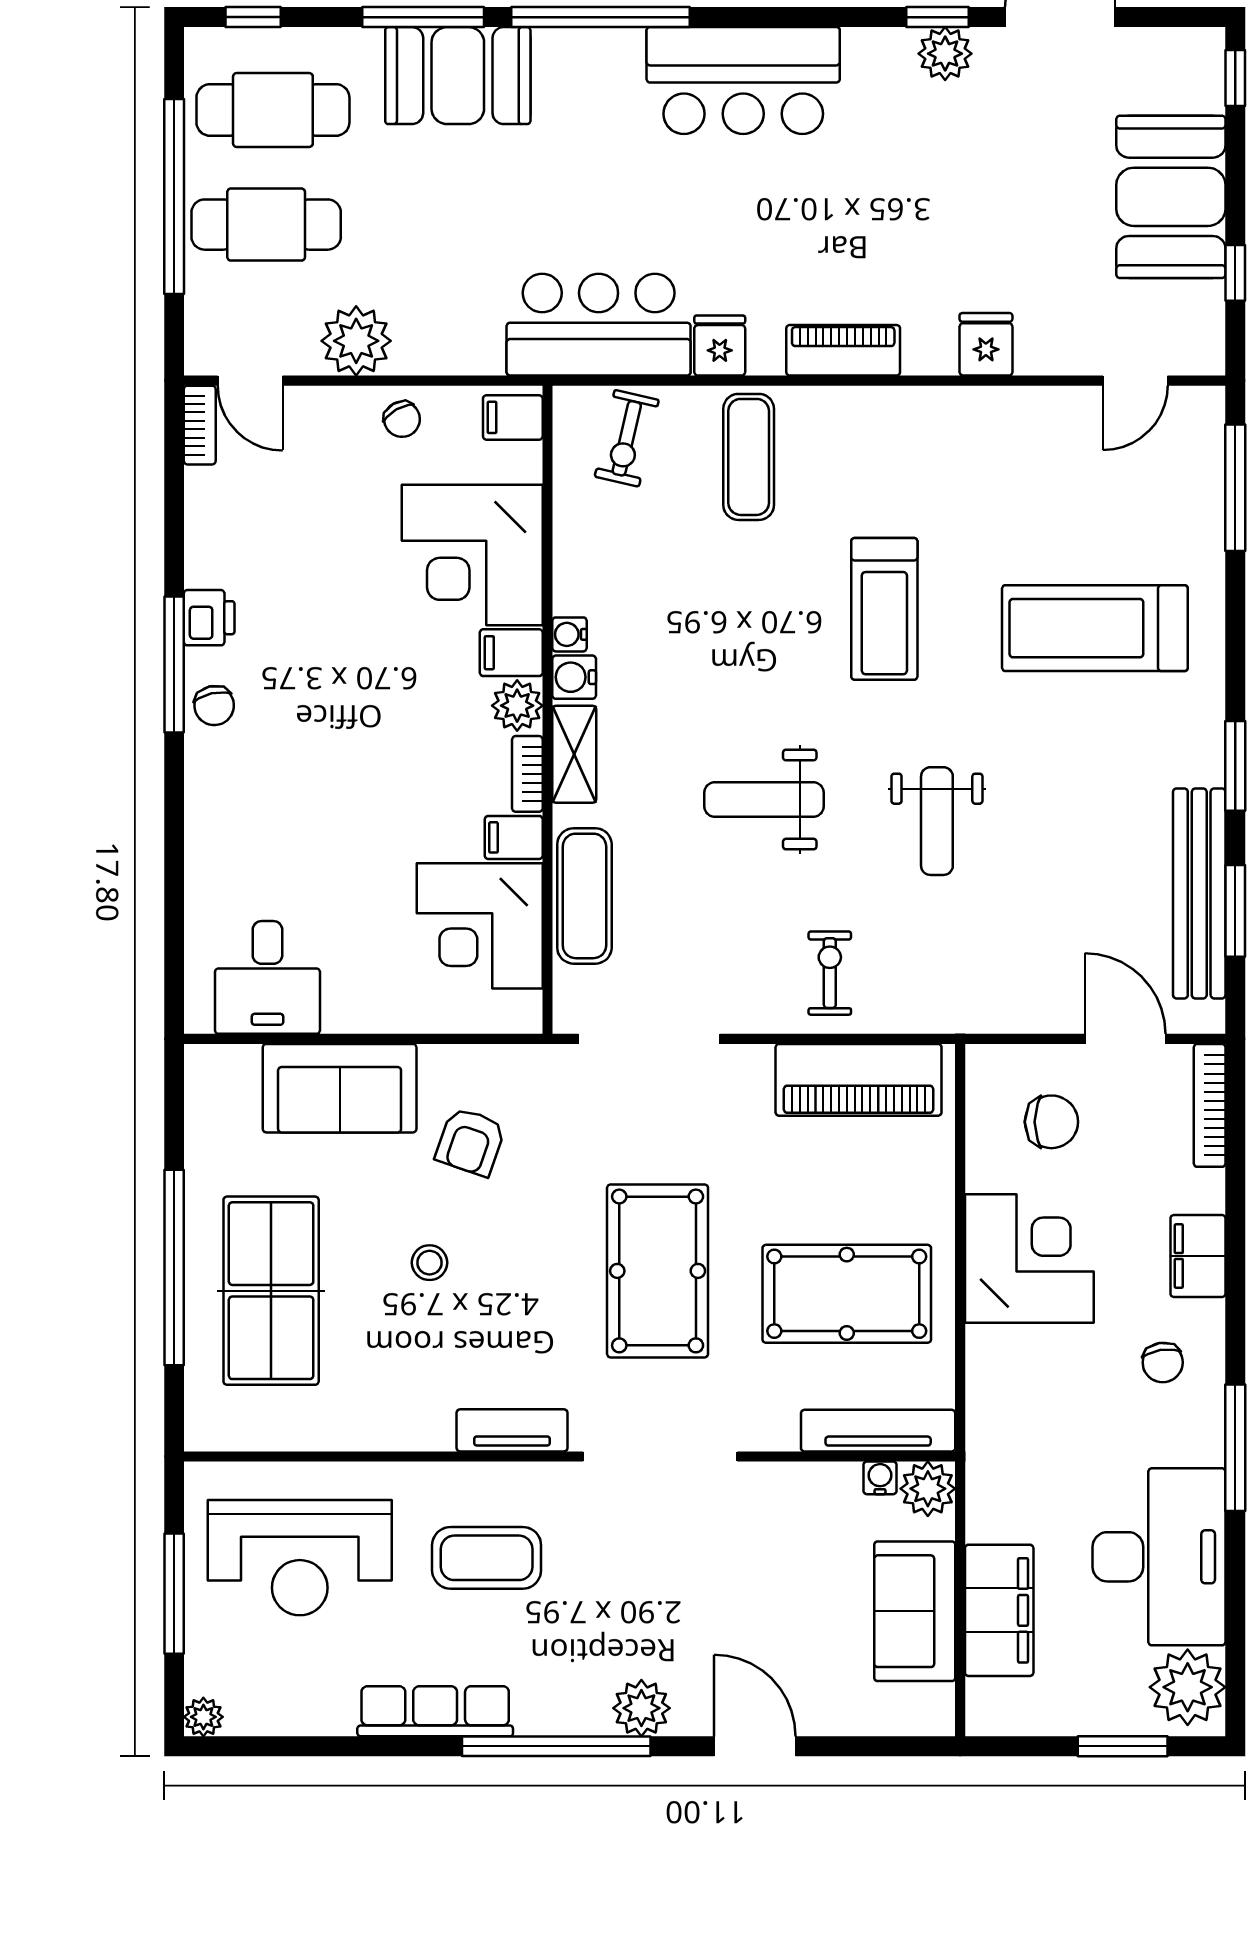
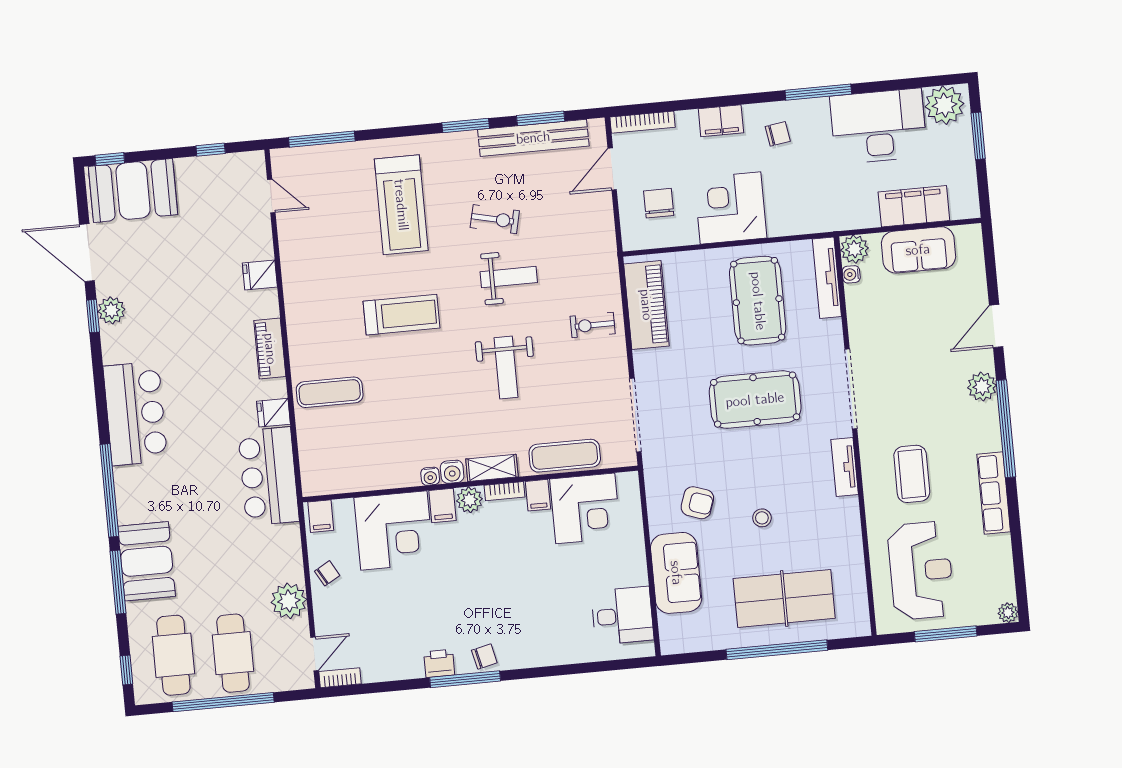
booth: (1171, 197) -> (133, 190), moved
exercise bike: (627, 438) -> (495, 219), moved

